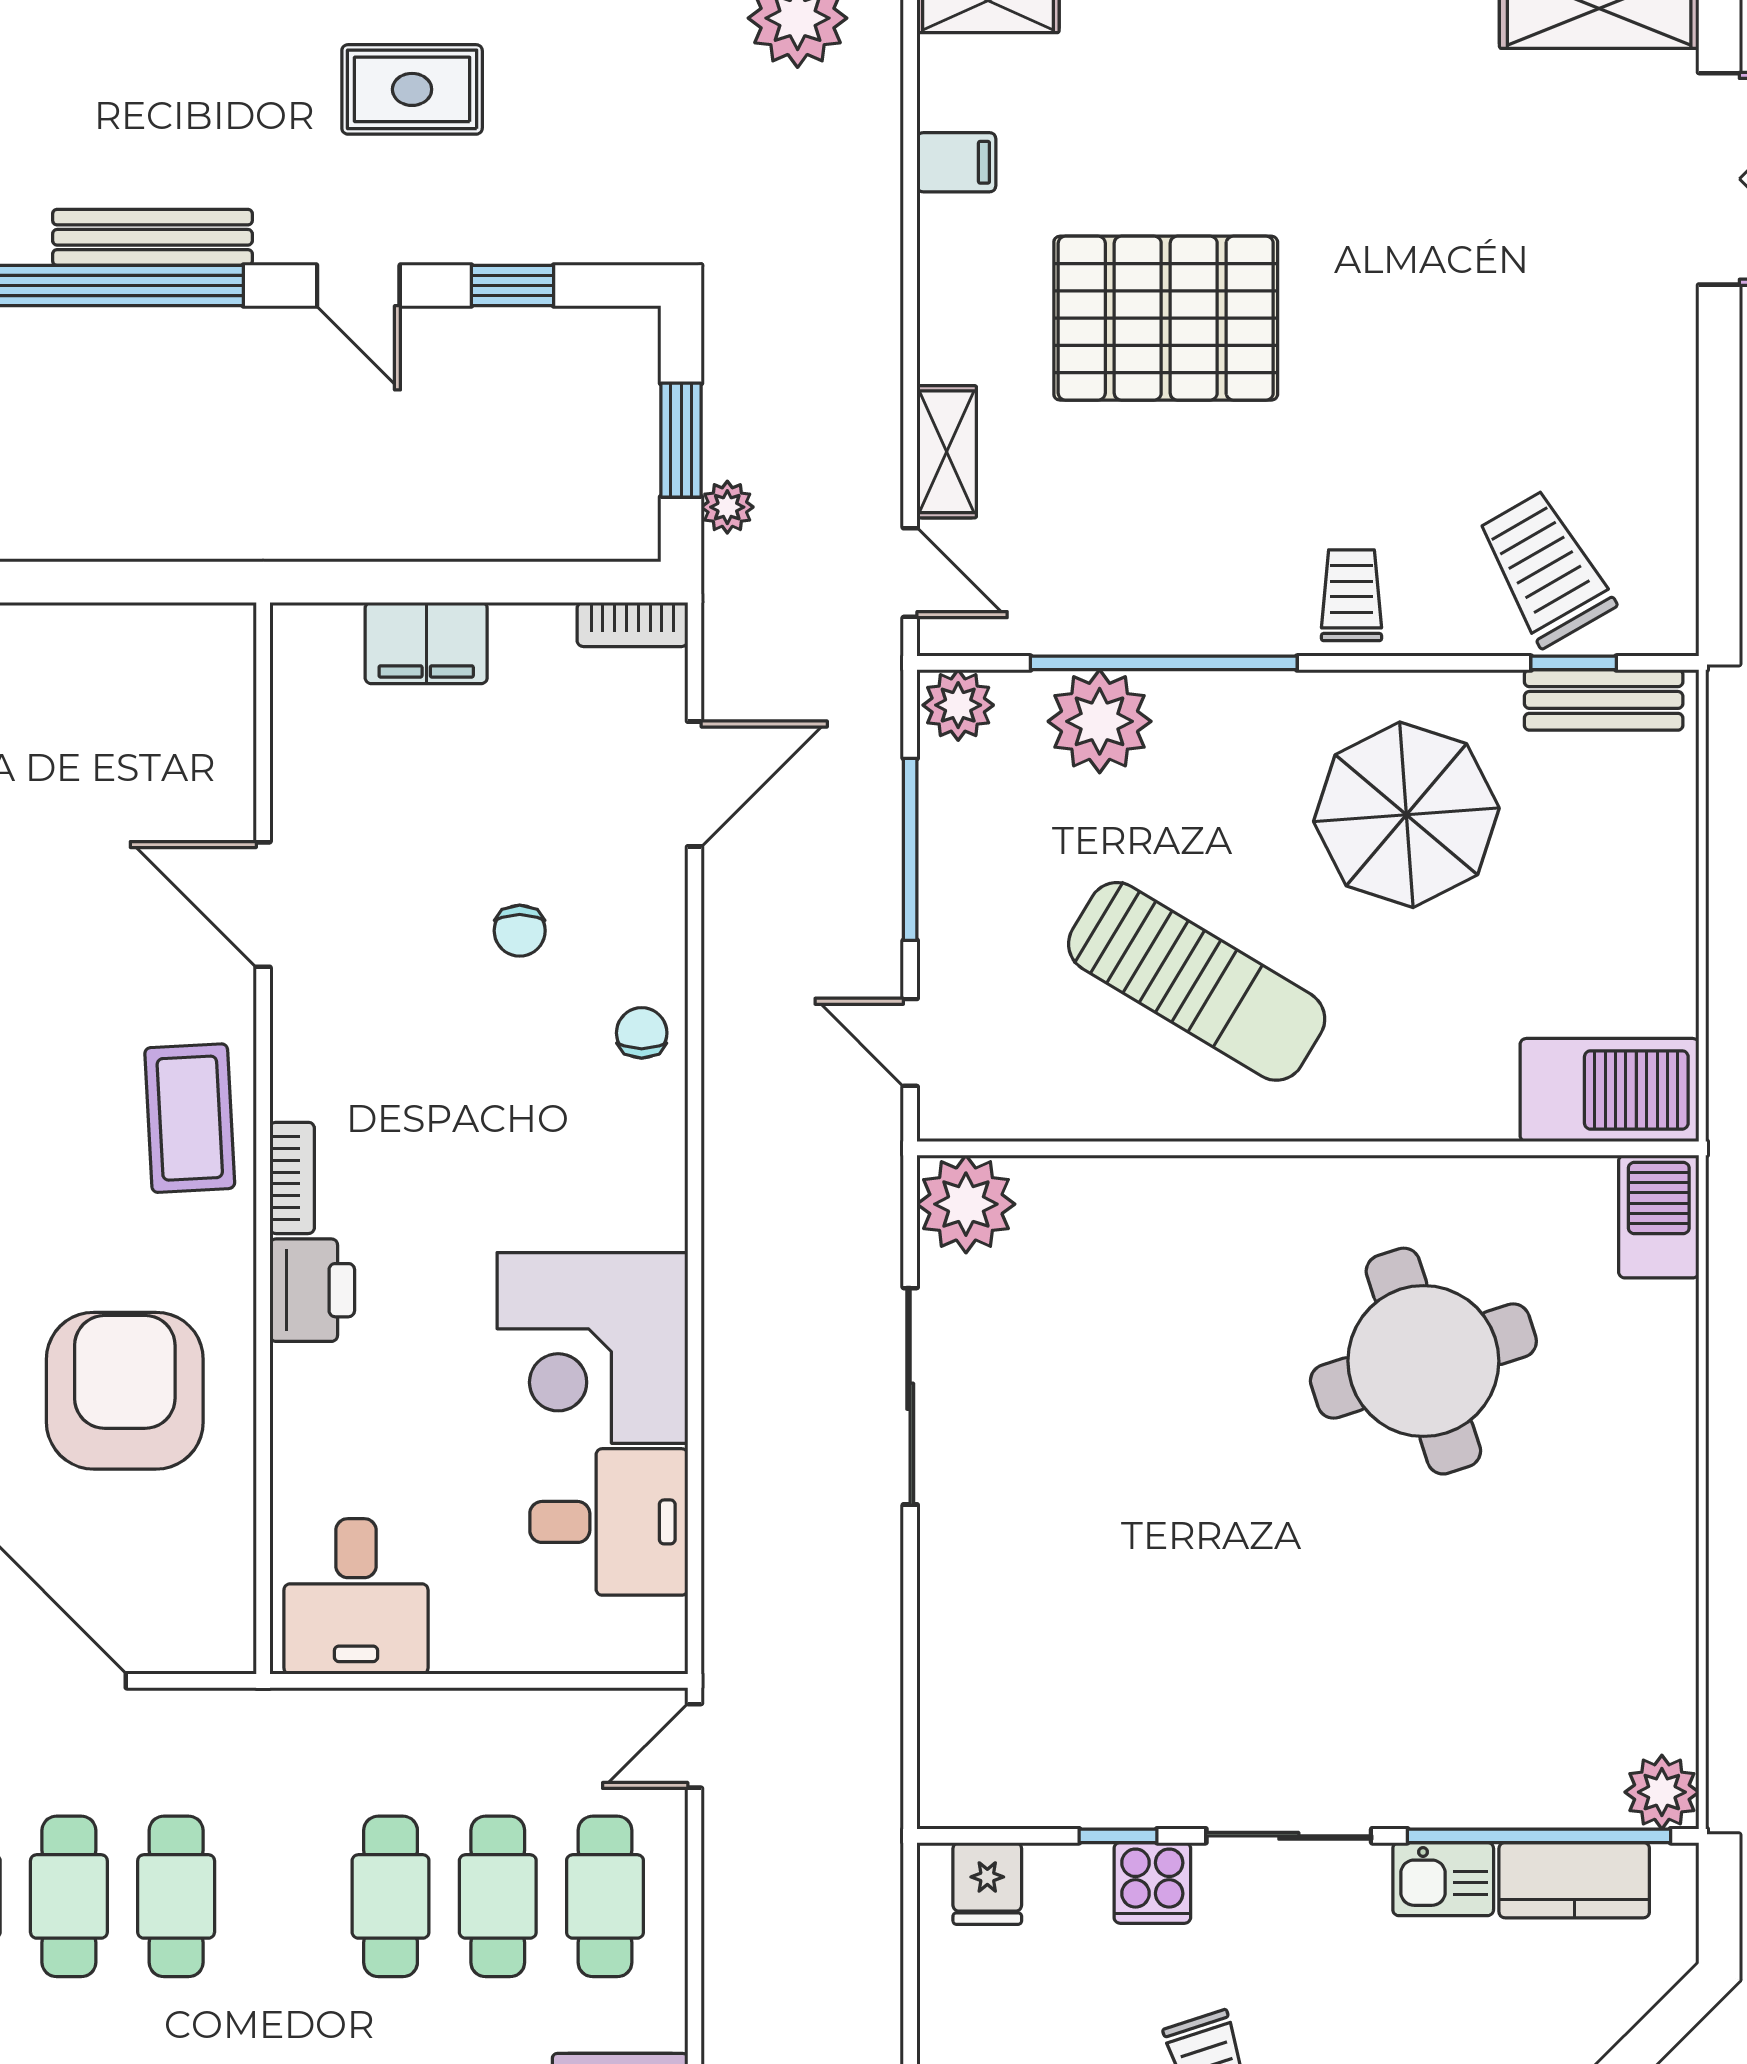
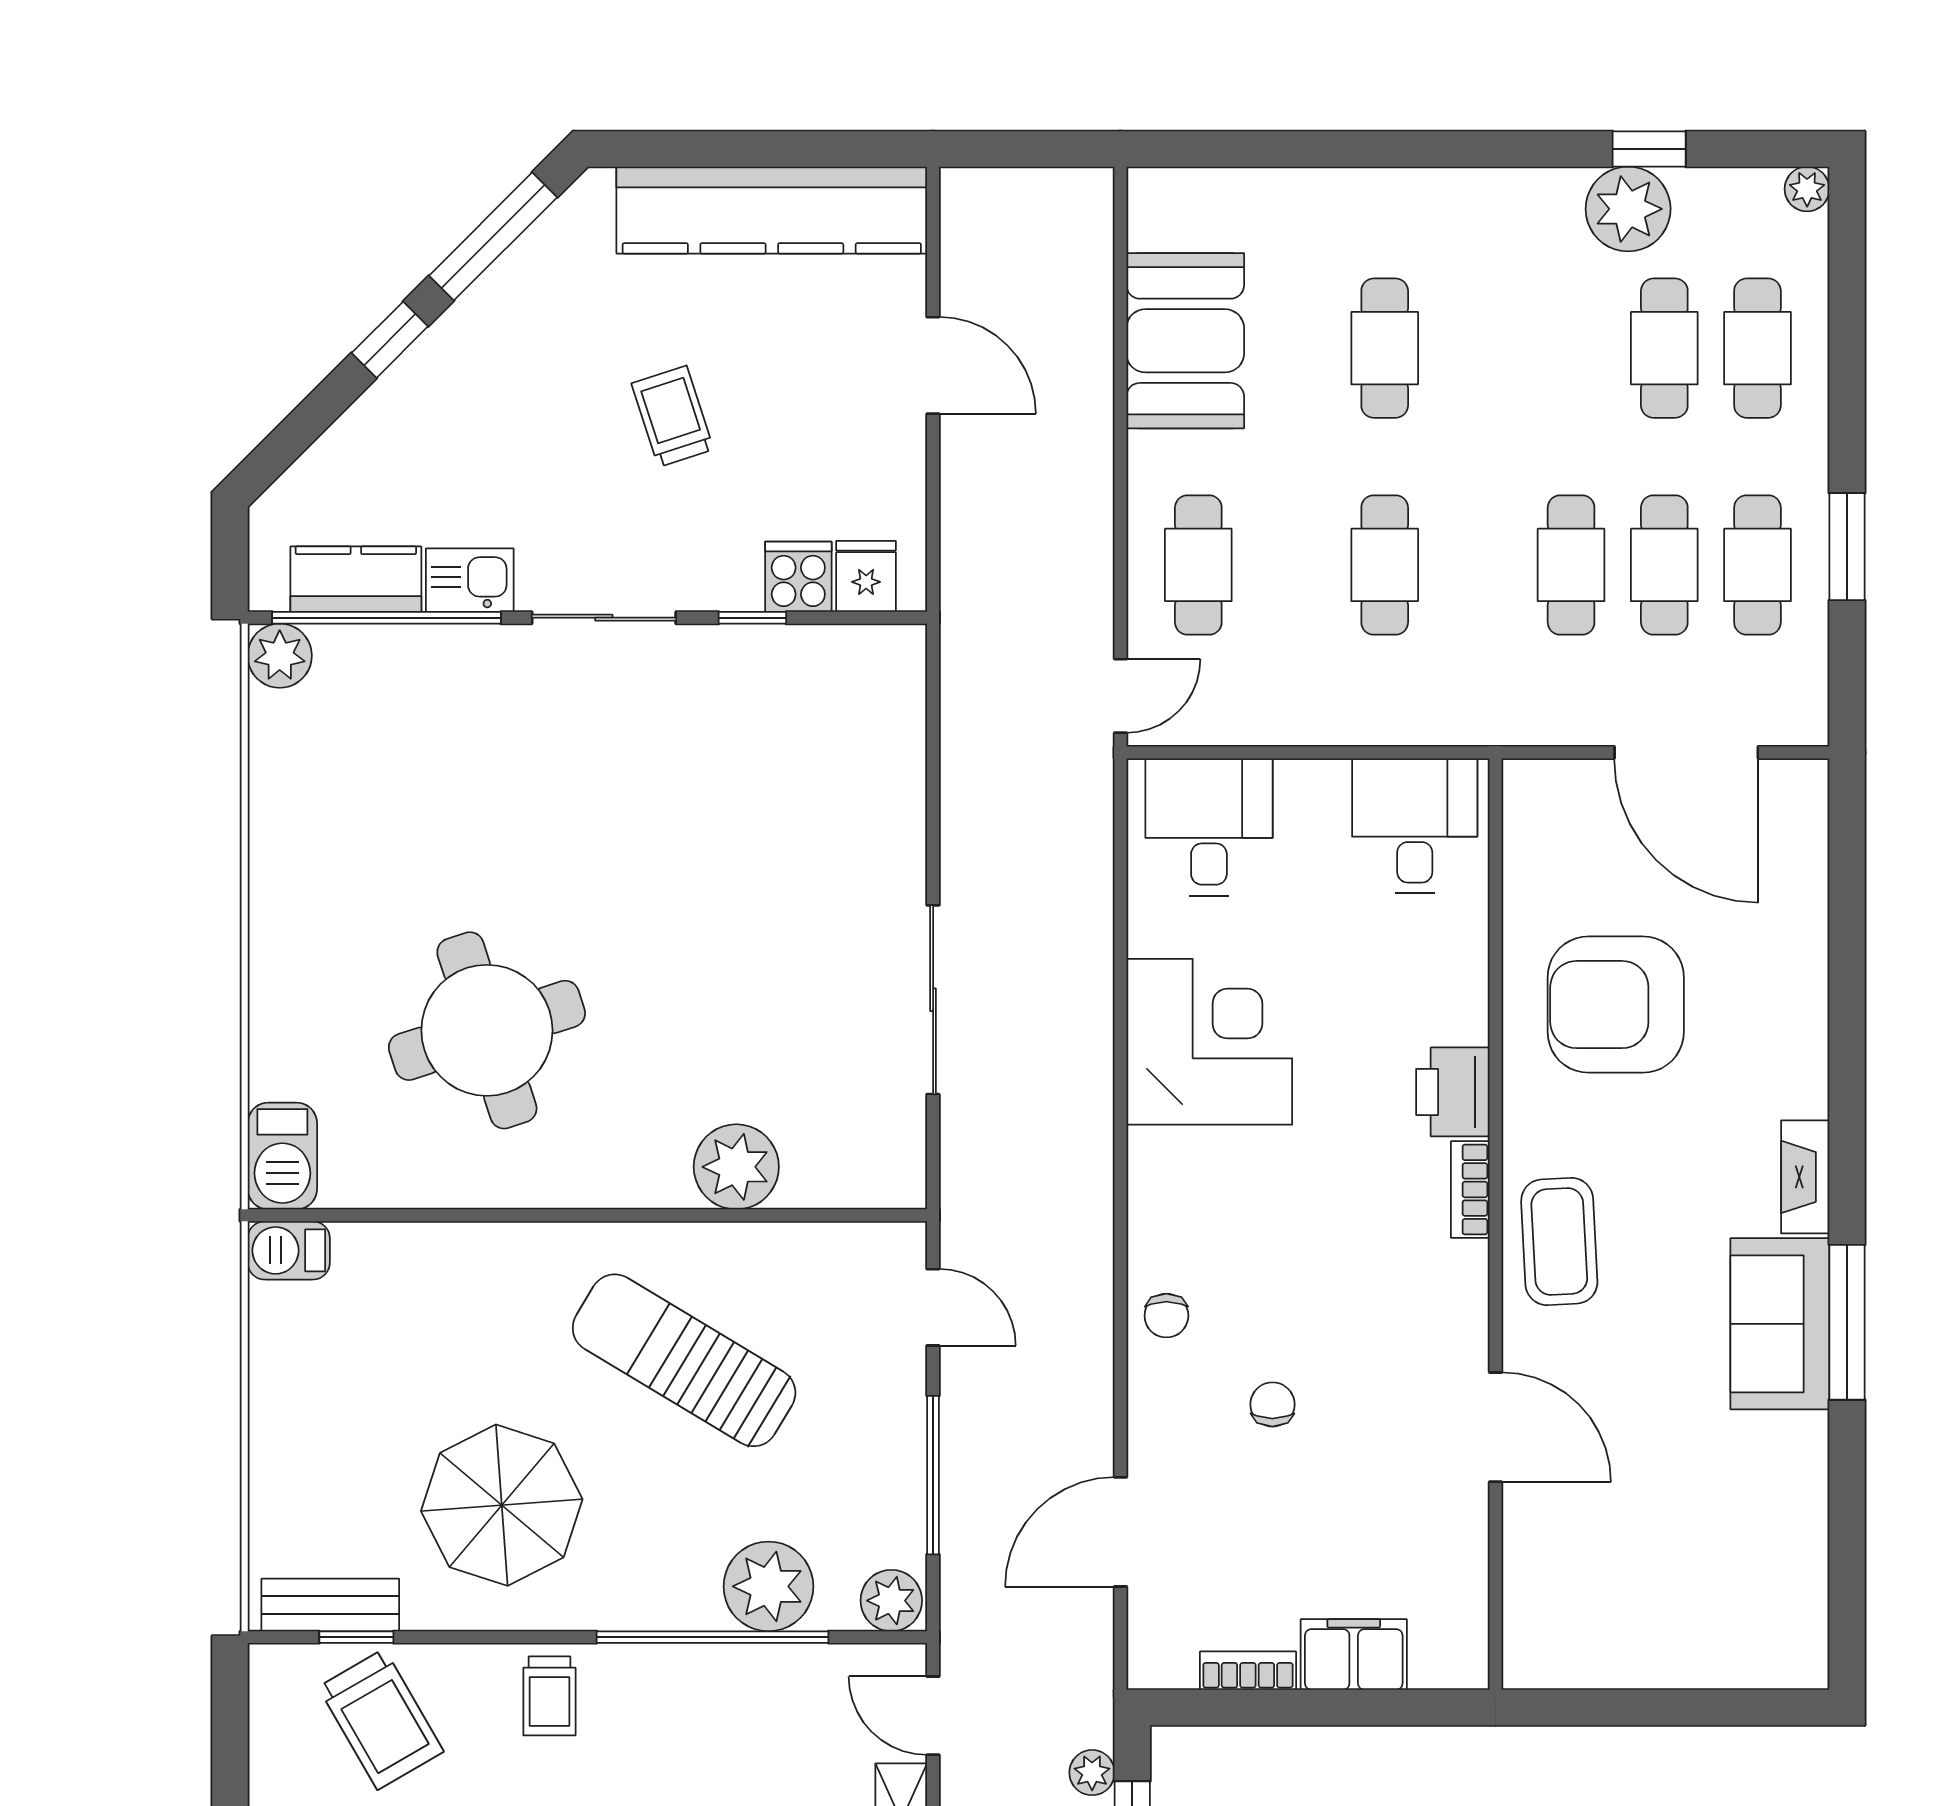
bookcase: (632, 624) -> (1248, 1671), moved
barbecue: (1610, 1090) -> (289, 1250), width x0.53, depth x0.65
plant: (966, 1204) -> (736, 1167), moved
armchair: (125, 1391) -> (1616, 1005), turned 90
desk: (609, 1522) -> (1209, 827), moved, turned 90
cooker: (1152, 1883) -> (798, 577), moved
cafe table: (498, 1896) -> (1291, 565), removed

